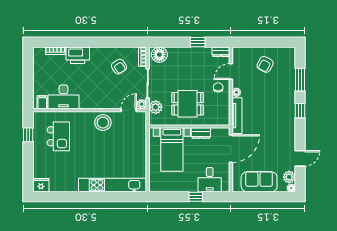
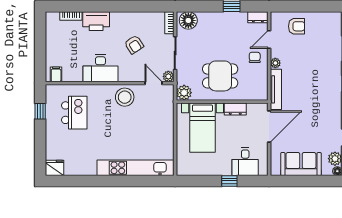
armchair: (265, 64) -> (297, 26), moved, turned -118
armchair: (119, 67) -> (134, 45), moved
desk: (63, 97) -> (100, 68), moved
plant: (156, 107) -> (184, 93), moved
door: (129, 110) -> (154, 83), hinge flipped

